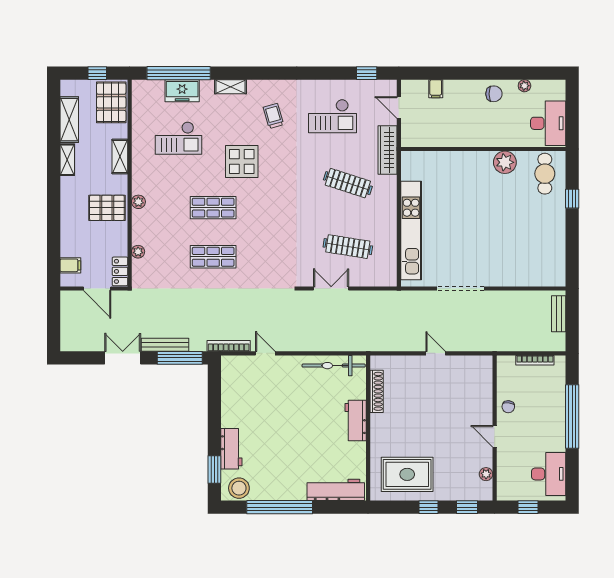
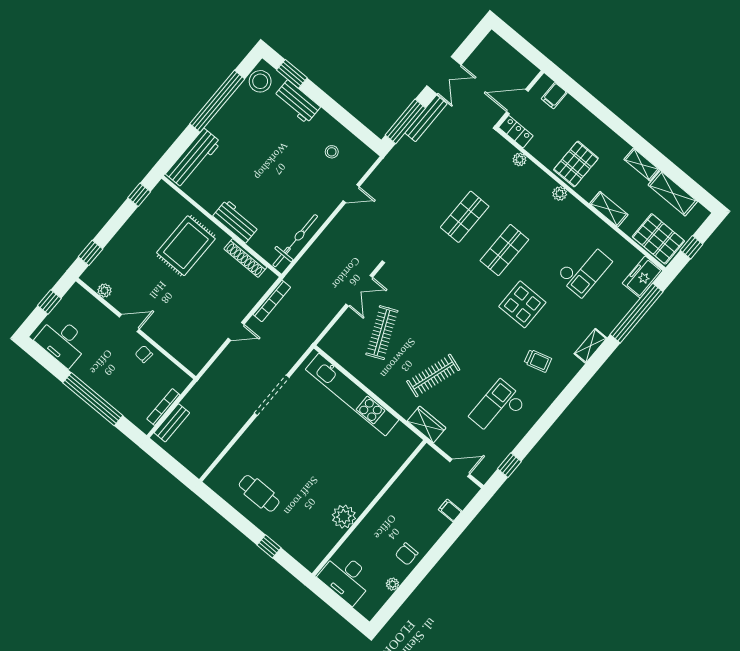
freezer: (182, 91) -> (643, 277), moved
checkout: (178, 138) -> (584, 269), turned 180
wardrobe: (388, 150) -> (426, 424), width x0.67
cafe table: (545, 174) -> (259, 493), moved
clothes rail: (348, 247) -> (382, 333), turned -33
bench: (559, 314) -> (172, 423), moved, turned 90
bookcase: (229, 346) -> (272, 301), moved
stool: (247, 393) -> (332, 152), added
rug: (407, 474) -> (186, 246), moved
window: (428, 507) -> (139, 195), moved

